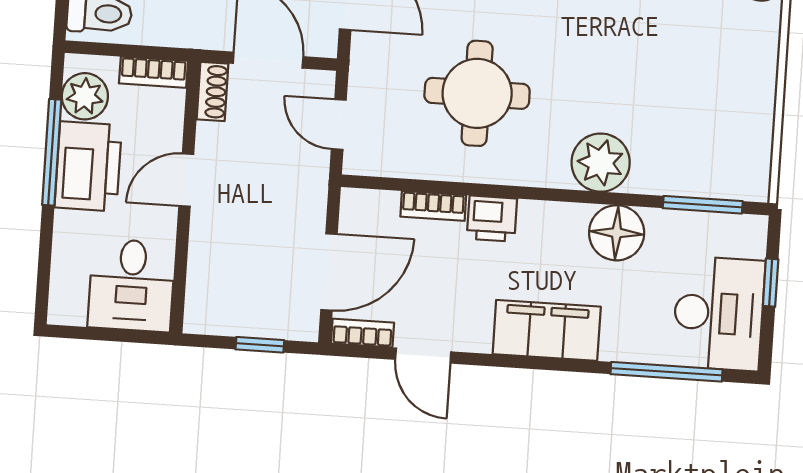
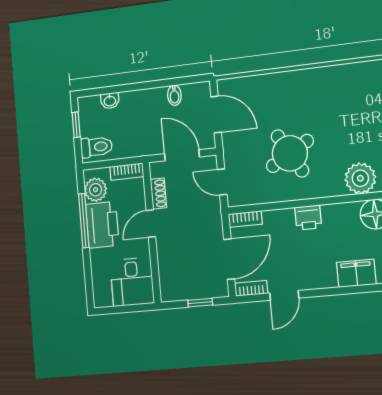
shoe rack: (212, 92) -> (158, 194), moved
round table: (477, 93) -> (290, 153), turned -30
bookcase: (433, 206) -> (245, 219), moved
filing cabinet: (547, 330) -> (356, 273), width x0.67, depth x0.86
door: (423, 356) -> (284, 295), hinge flipped

